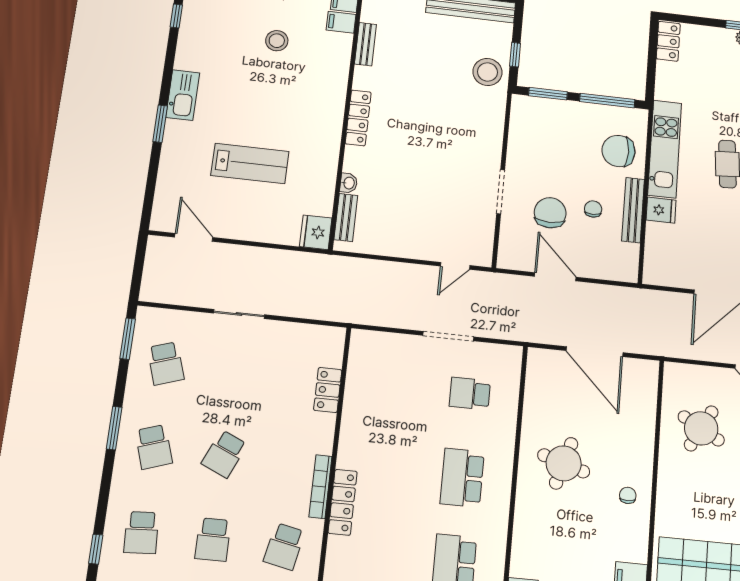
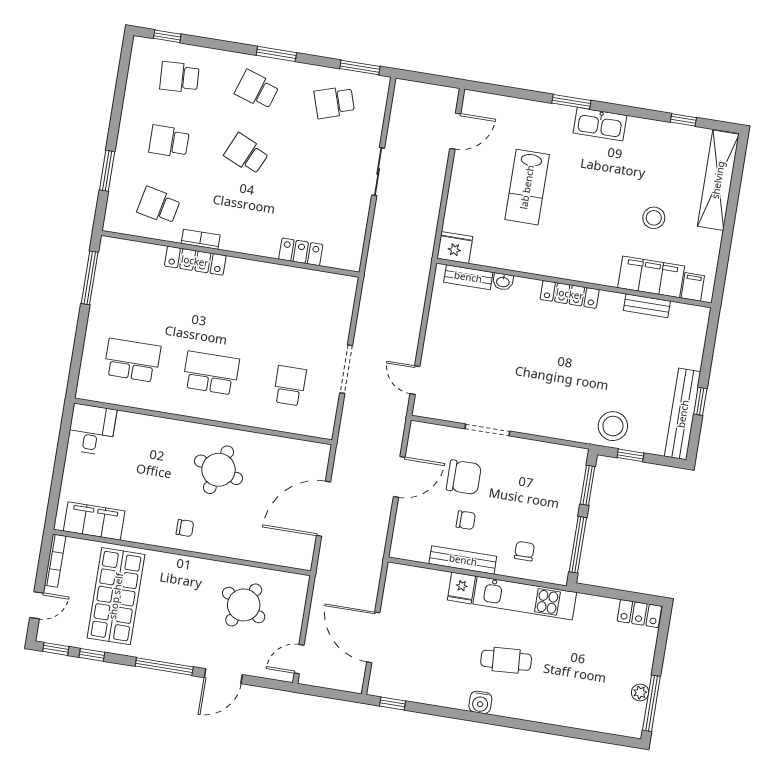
filing cabinet: (341, 22) -> (651, 277), width x3.00, depth x1.17
chair: (618, 151) -> (524, 551), width x0.54, depth x0.54
school desk: (154, 447) -> (257, 90), turned 36
bookcase: (320, 487) -> (201, 239), width x0.64

